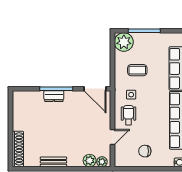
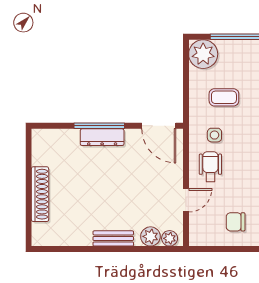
dresser: (54, 96) -> (102, 137), width x1.44
shoe rack: (18, 149) -> (40, 194), moved
bench: (53, 162) -> (113, 238), moved

